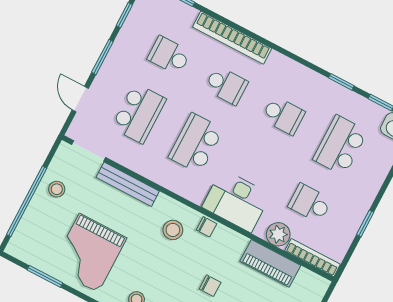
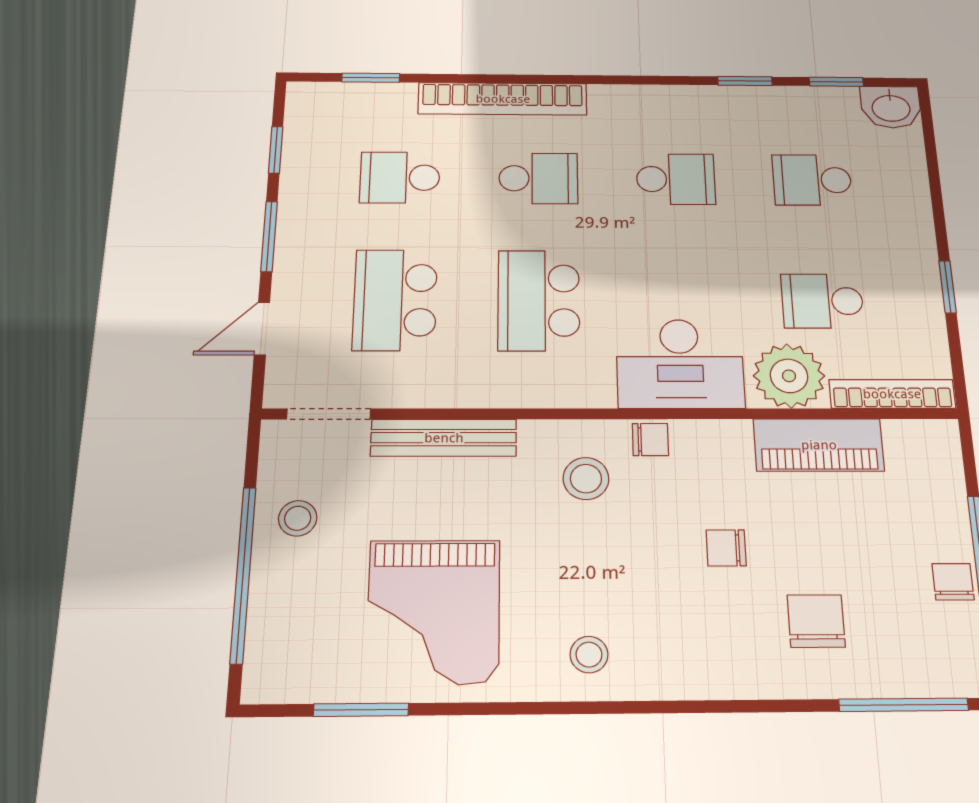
door: (80, 99) -> (262, 329), hinge flipped
school desk: (139, 113) -> (395, 300), turned 180
school desk: (340, 145) -> (812, 180), width x0.54
plant: (278, 234) -> (789, 376), width x1.36, depth x1.36
chair: (210, 286) -> (726, 548), turned 180

